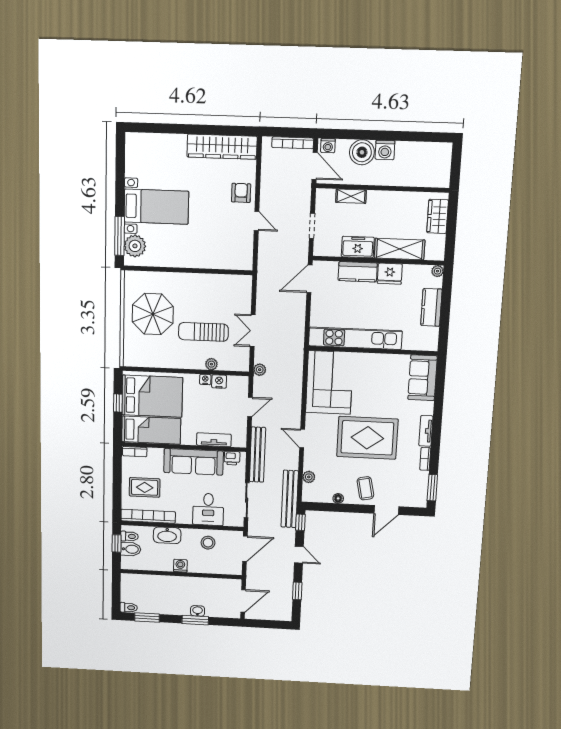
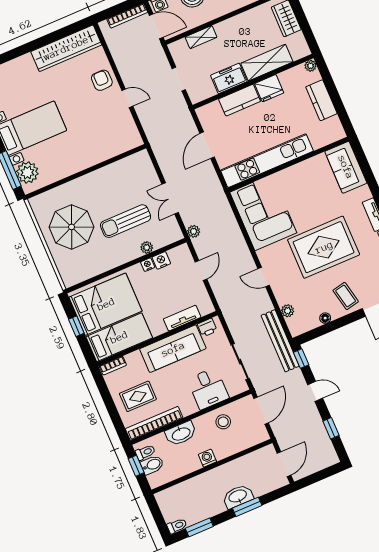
door: (309, 279) -> (207, 145), moved
bench: (257, 455) -> (230, 313), removed
washbasin: (198, 611) -> (238, 496), width x1.91, depth x1.45

